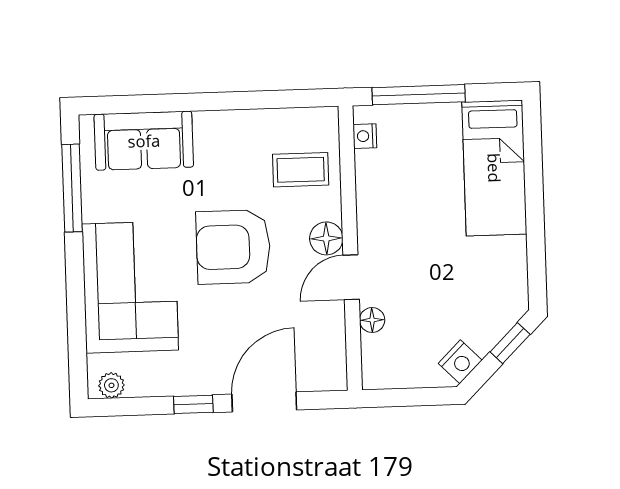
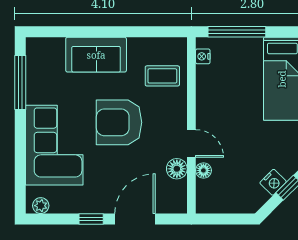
sofa: (144, 141) -> (96, 55), moved
floor lamp: (326, 238) -> (177, 169), moved
door: (351, 277) -> (191, 143), swing flipped
nightstand: (460, 362) -> (273, 182), moved

